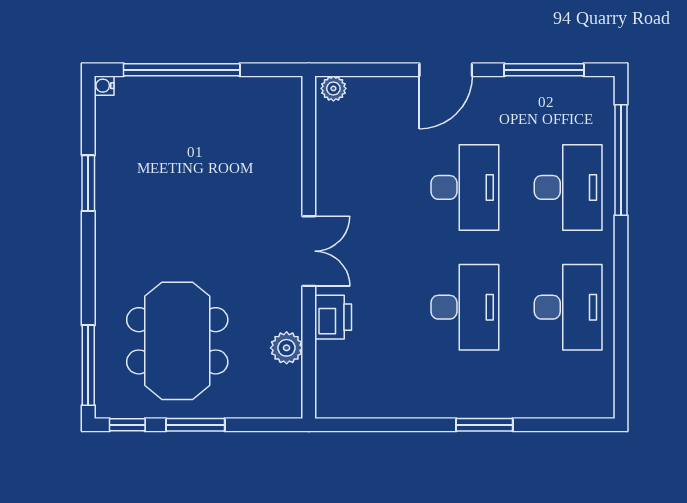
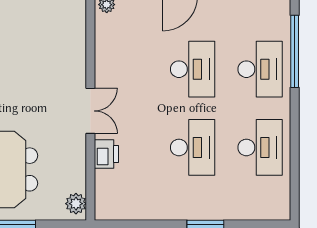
plant: (287, 348) -> (76, 204), moved

